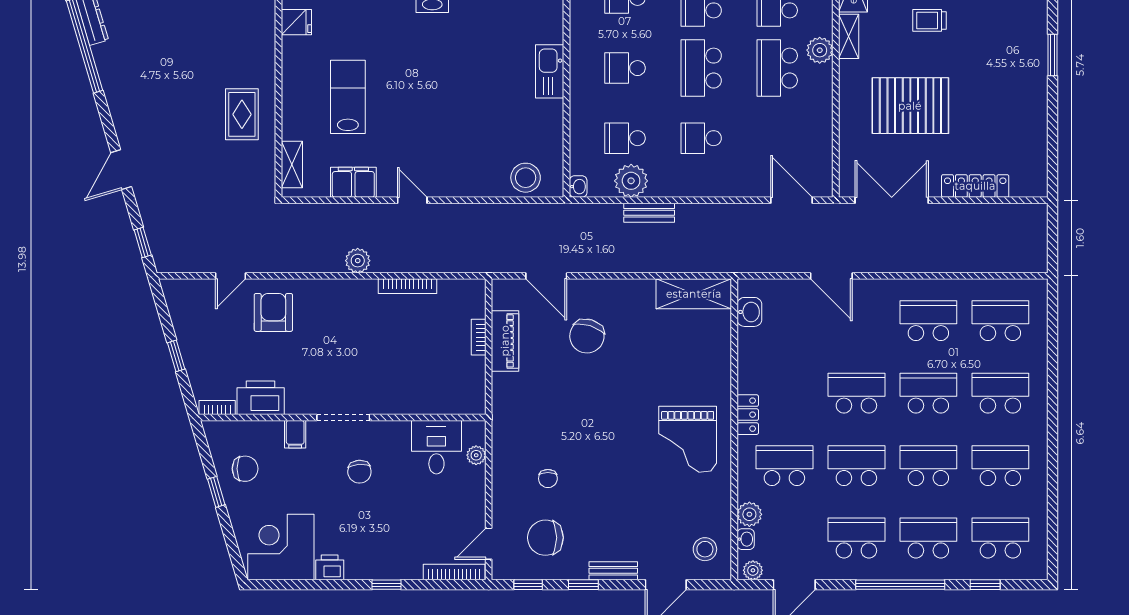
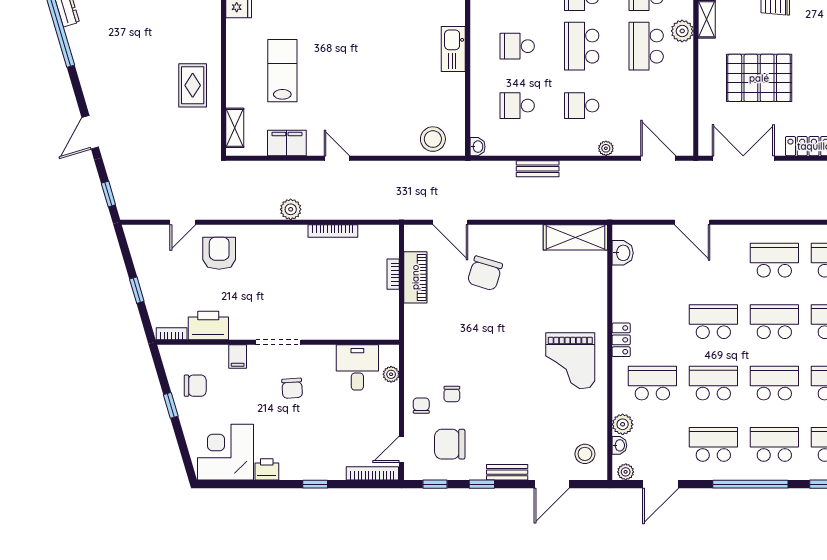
plant: (631, 181) -> (606, 148), moved, width x0.53, depth x0.53
chair: (512, 492) -> (421, 406), added

